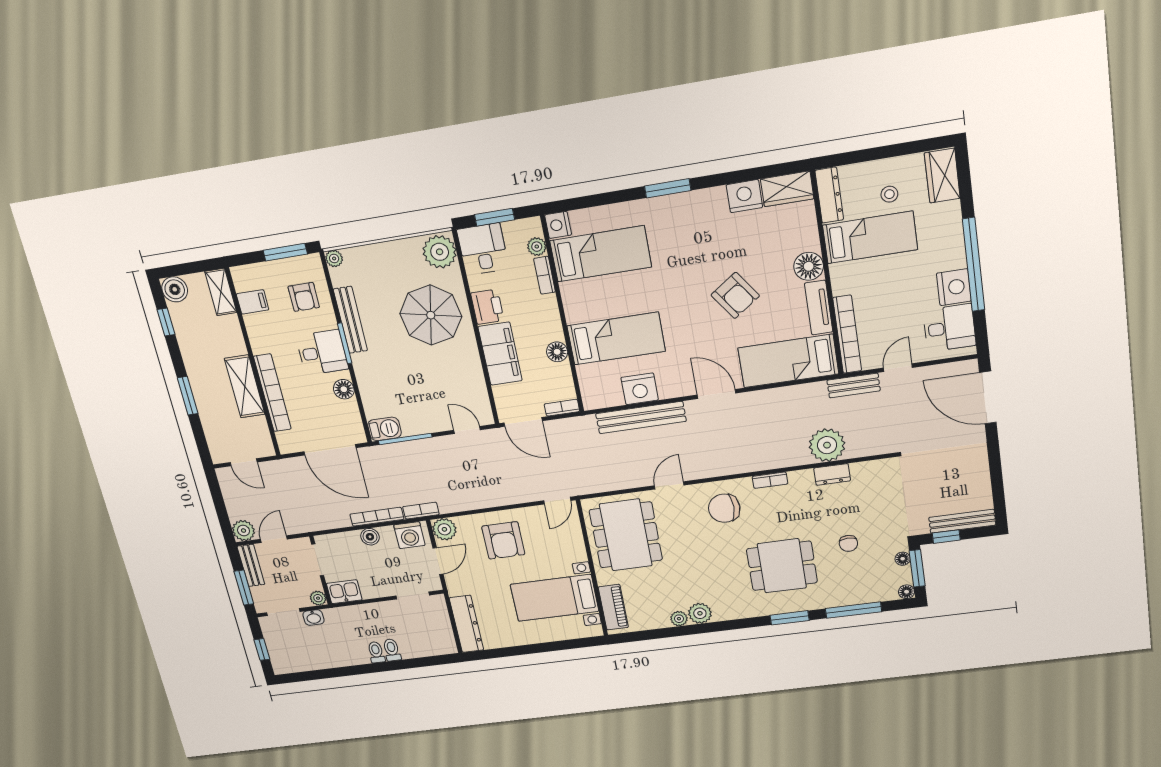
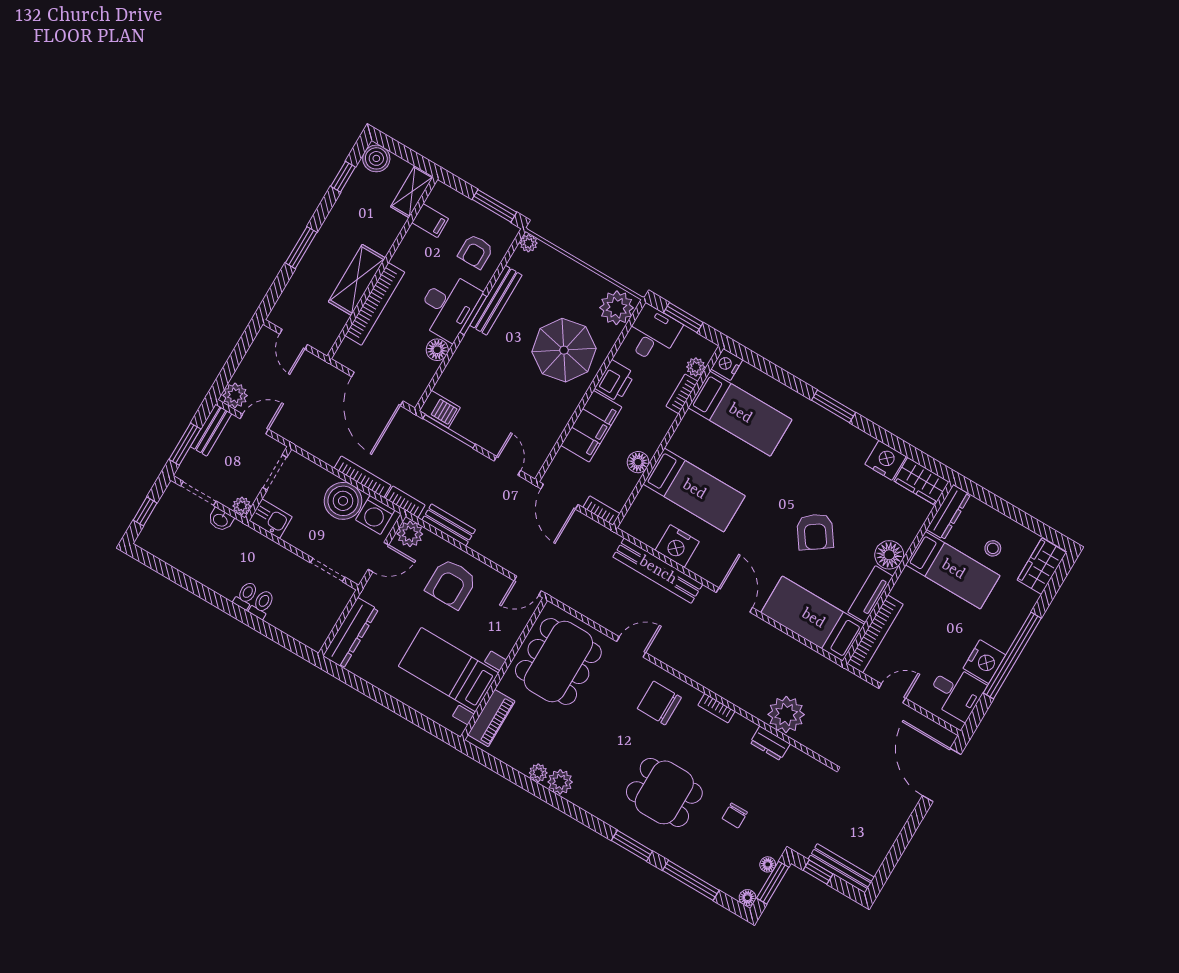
desk: (322, 352) -> (448, 306), width x1.37
bench: (854, 385) -> (449, 525), moved
boiler: (370, 537) -> (343, 501), width x1.86, depth x1.86

